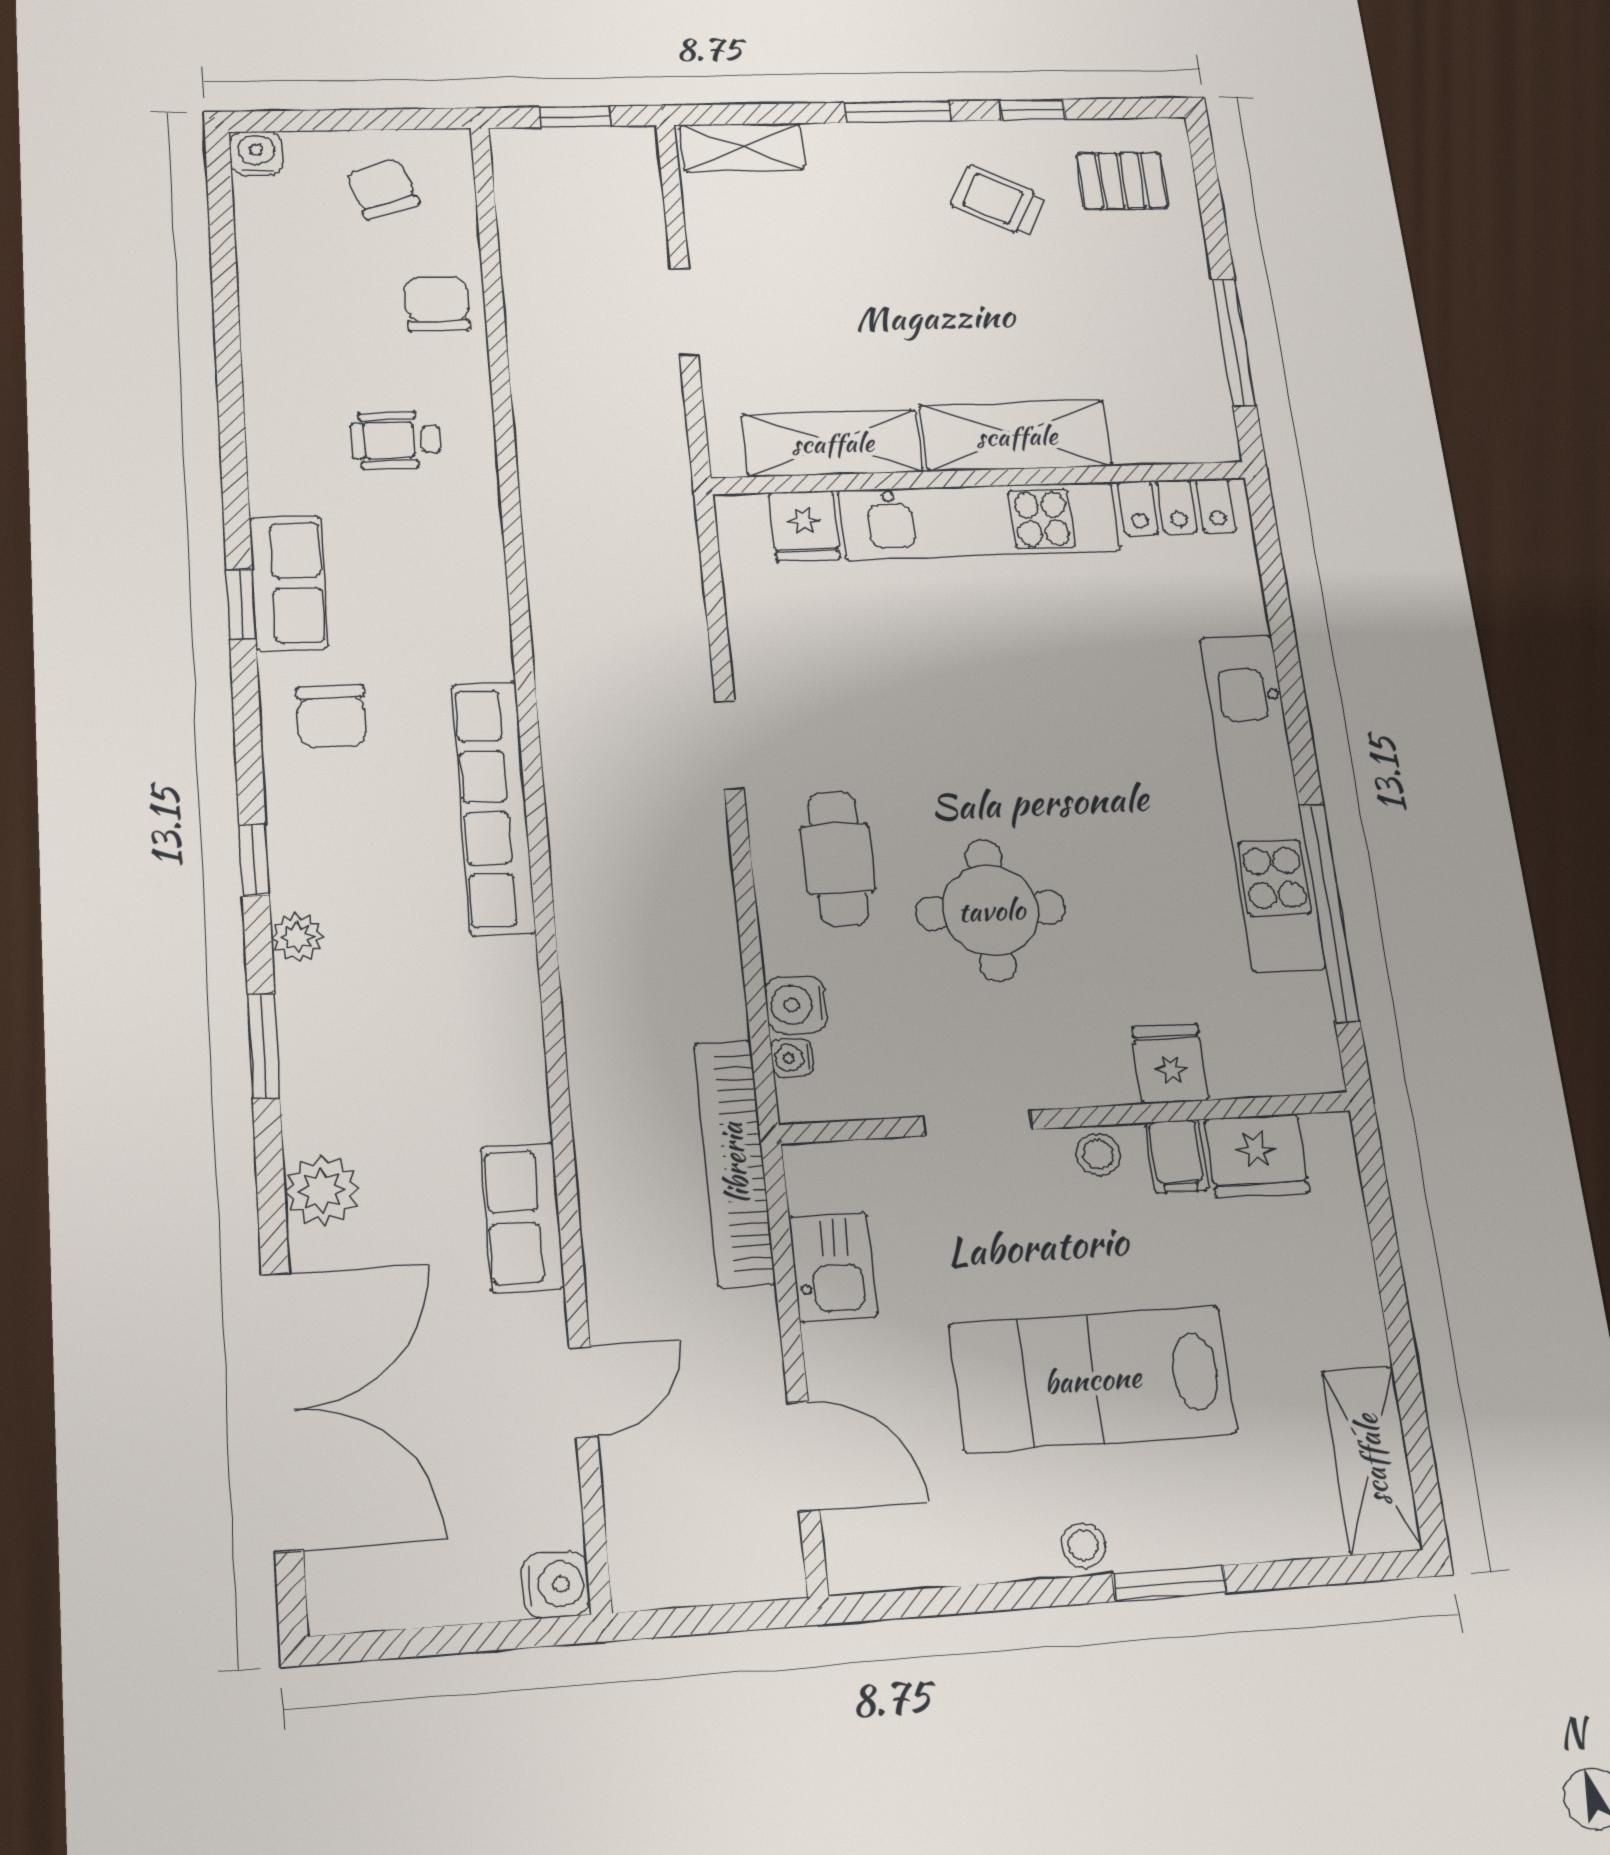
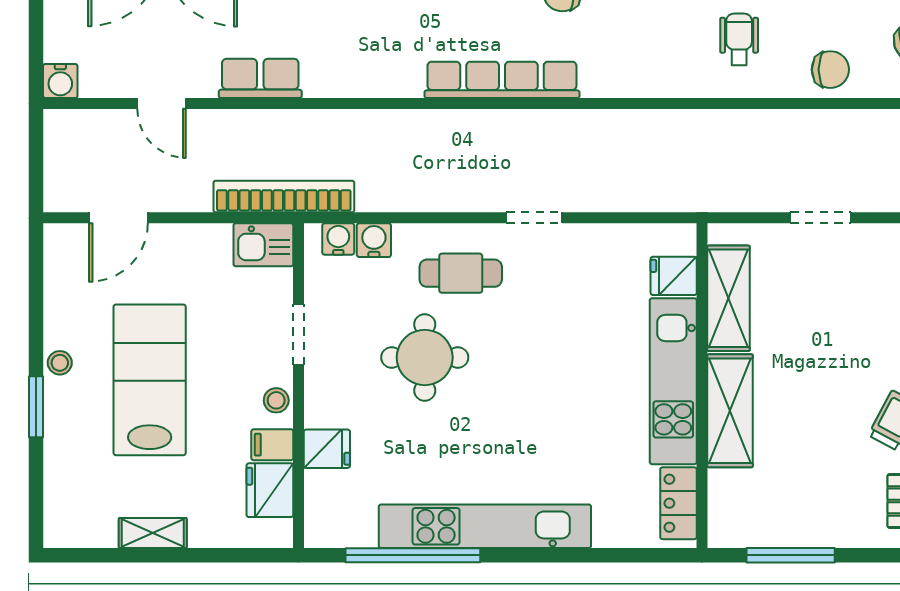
water cooler: (792, 1058) -> (338, 239), width x1.38, depth x1.38
kitchen sink: (833, 1267) -> (263, 245), moved
shelving: (1372, 1460) -> (153, 533), moved, width x0.67, depth x0.75

